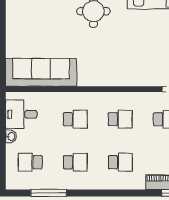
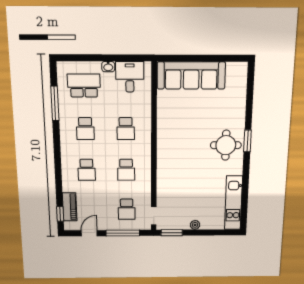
sofa: (41, 72) -> (191, 75), moved, turned 90
school desk: (30, 162) -> (84, 86), width x1.85

